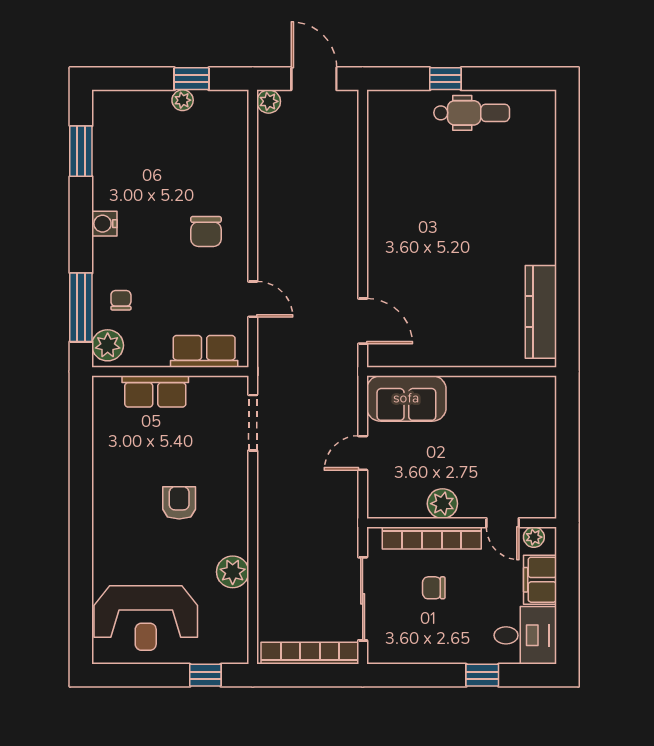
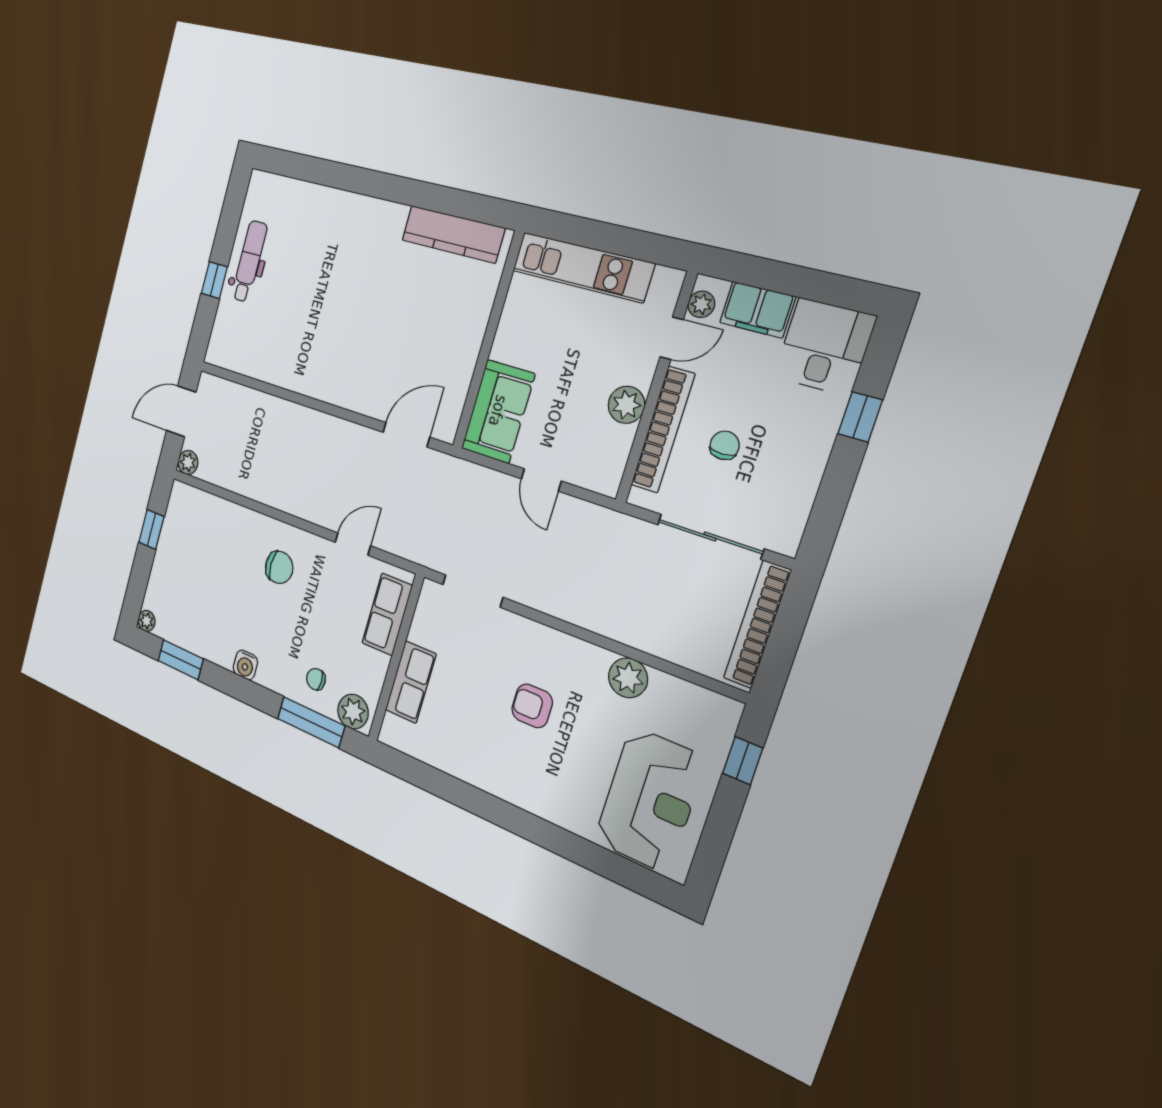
plant: (183, 100) -> (147, 621), moved
kitchen unit: (540, 434) -> (582, 267), added
chair: (434, 588) -> (725, 445), turned 180

